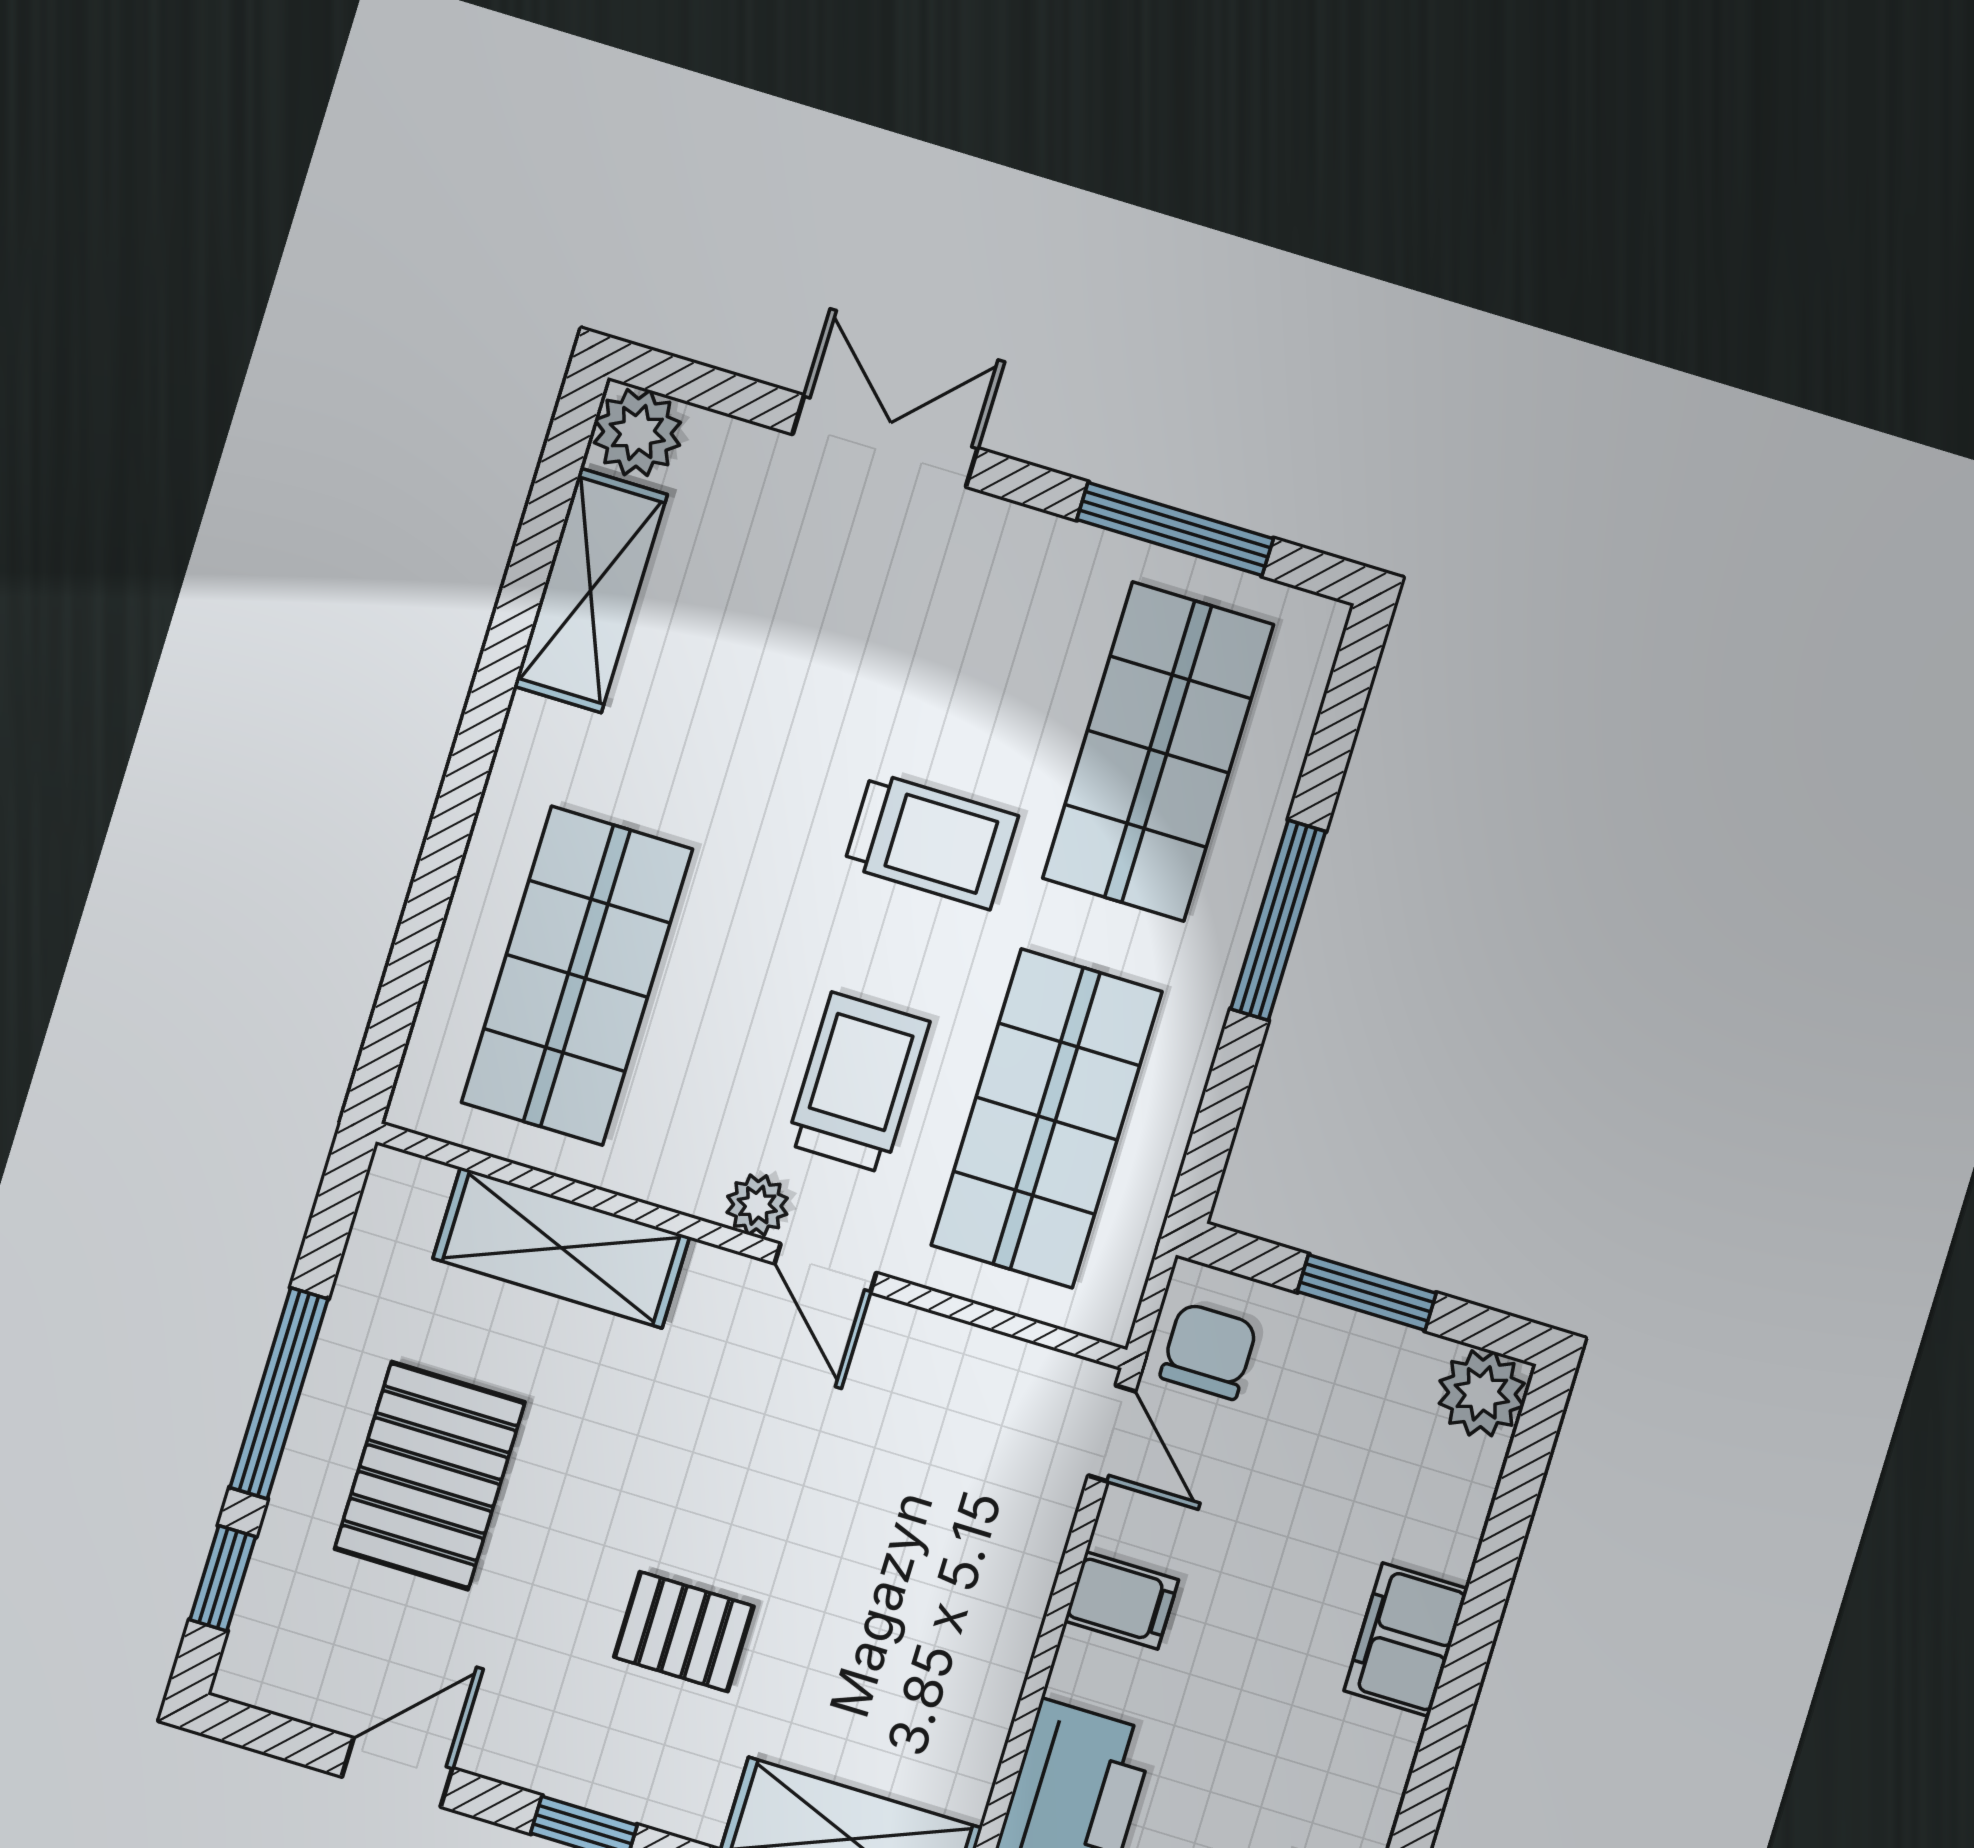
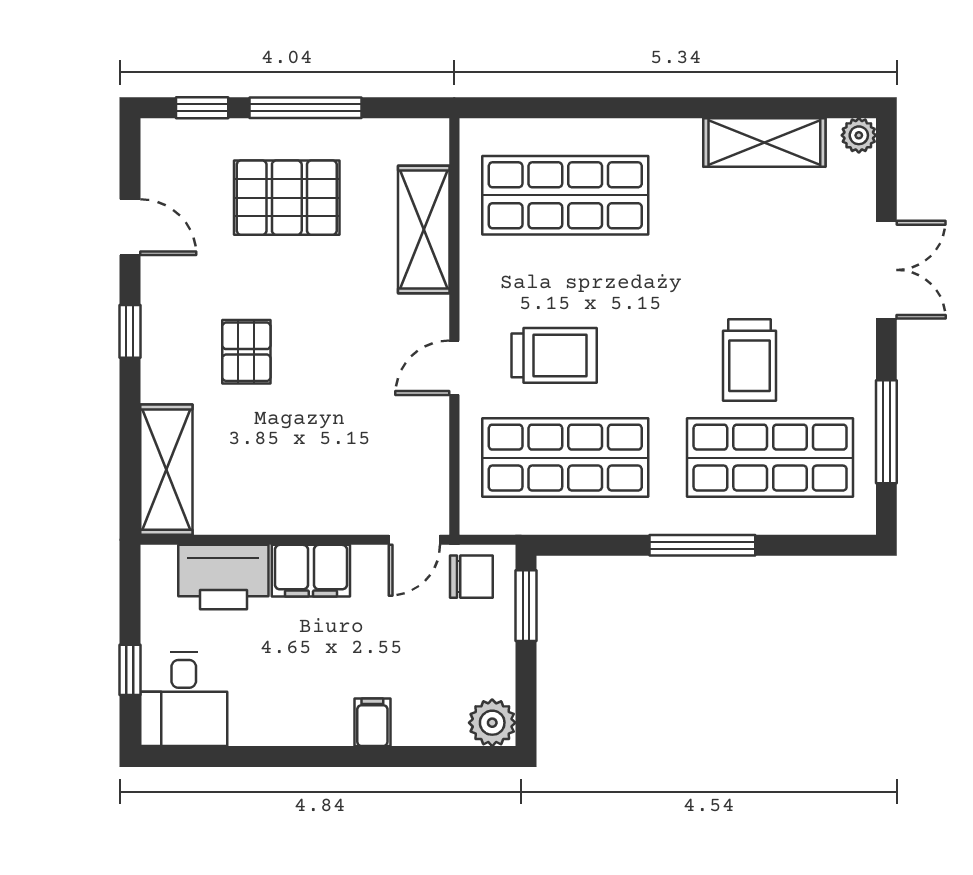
plant: (637, 432) -> (859, 135), width x0.73, depth x0.73
trolley: (931, 841) -> (750, 360), moved
plant: (757, 1205) -> (476, 323), removed
window: (1367, 1292) -> (526, 606), moved
filing cabinet: (1122, 1600) -> (311, 571), width x2.00
filing cabinet: (1406, 1640) -> (372, 722), width x0.50

